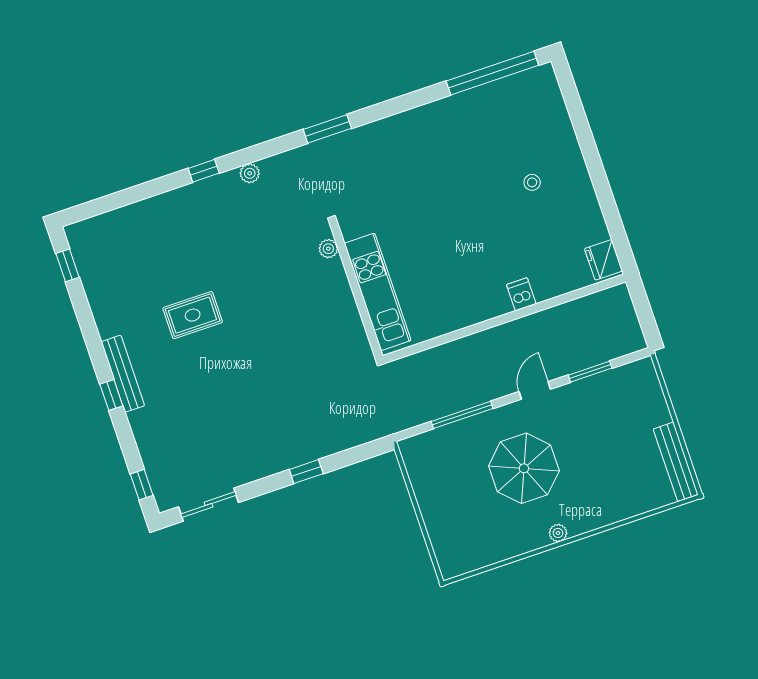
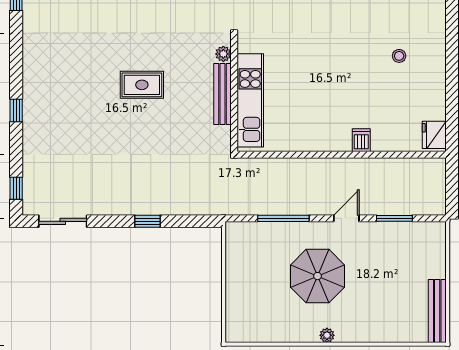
rug: (193, 315) -> (142, 85), moved
bench: (123, 374) -> (222, 94), moved

